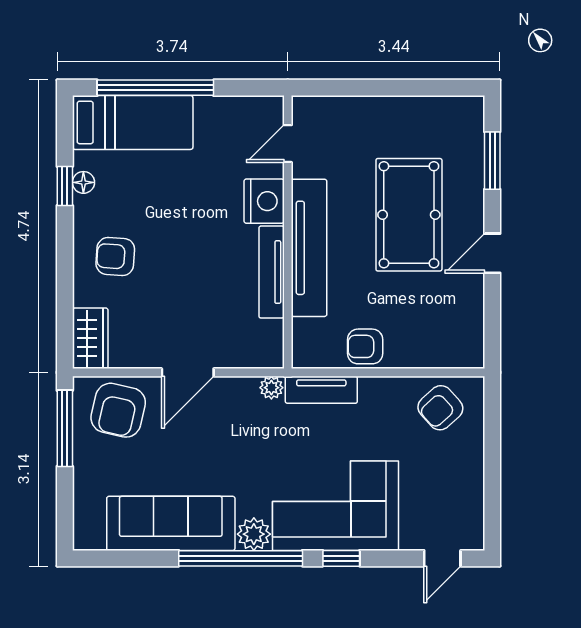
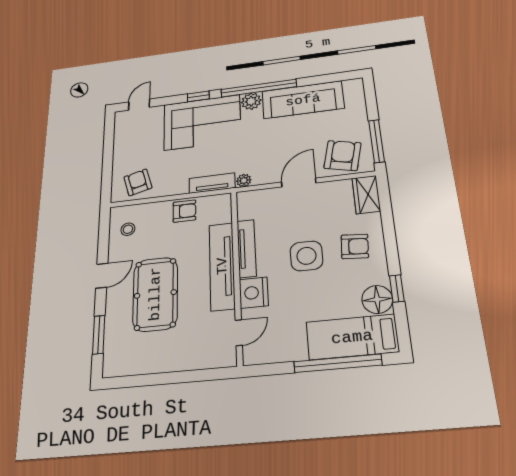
floor lamp: (83, 182) -> (377, 299), width x1.89, depth x1.89
side table: (185, 250) -> (306, 256), added
stool: (454, 326) -> (128, 229), added
armchair: (440, 408) -> (138, 182), turned -63

